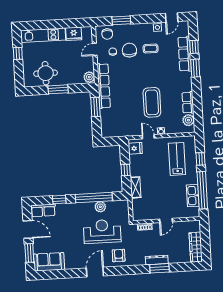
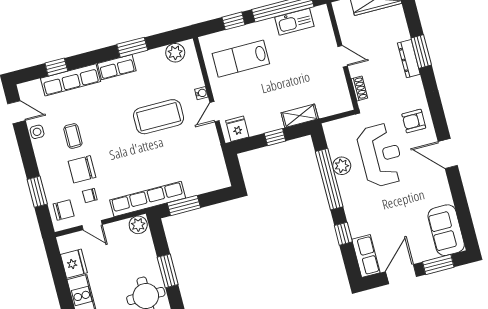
window: (195, 68) -> (132, 47), moved
row of seats: (188, 103) -> (117, 67), moved
reception desk: (102, 231) -> (381, 155), turned 180

